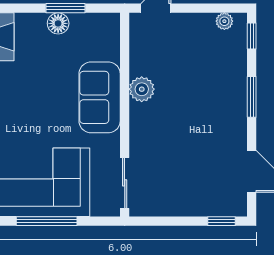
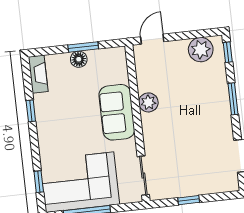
plant: (224, 21) -> (201, 50), width x1.88, depth x1.88
window: (221, 221) -> (189, 200), moved

